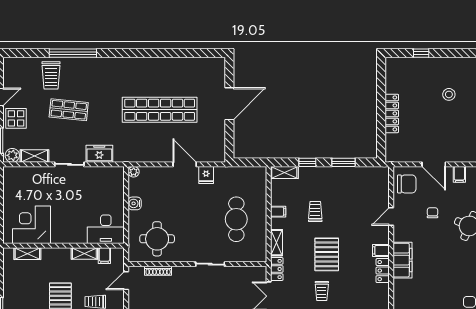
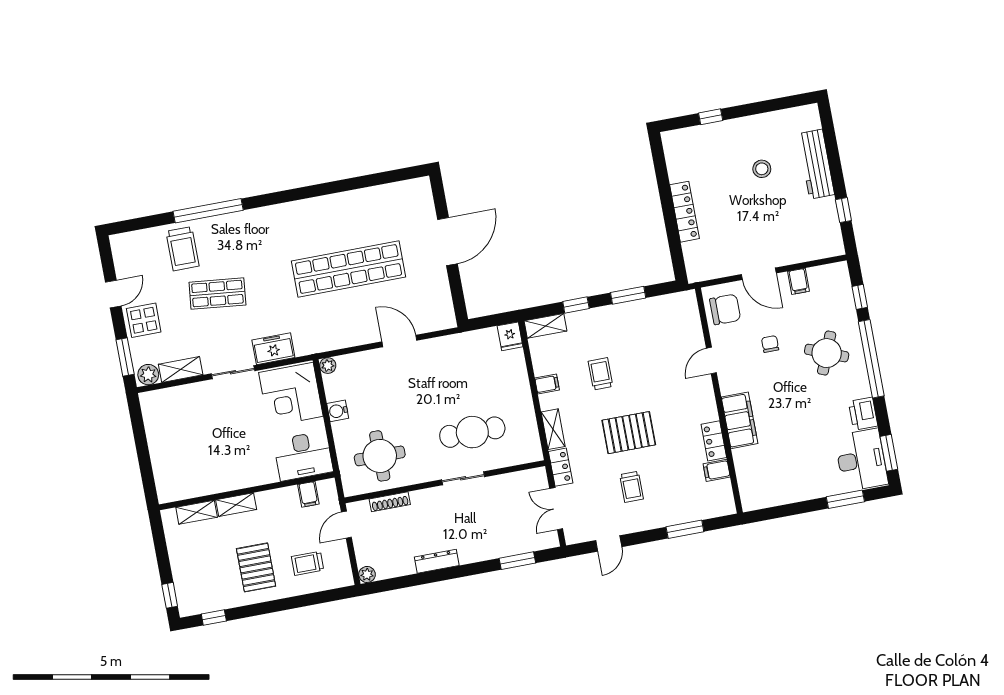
fridge: (206, 175) -> (510, 336), moved
cafe table: (236, 219) -> (472, 432), moved, turned 90
corner desk: (32, 225) -> (291, 394), moved, turned -90
filing cabinet: (381, 250) -> (717, 470), moved
shelving: (84, 253) -> (236, 505), moved
pallet: (327, 254) -> (629, 433), turned 90

